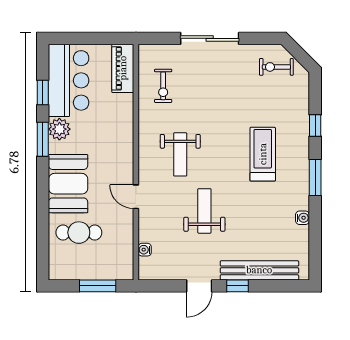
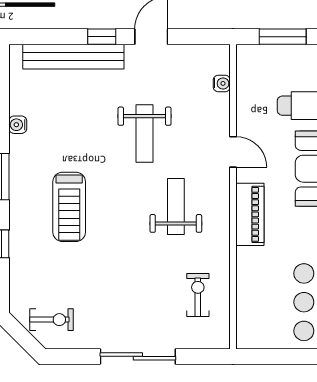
piano: (123, 68) -> (250, 214), moved

